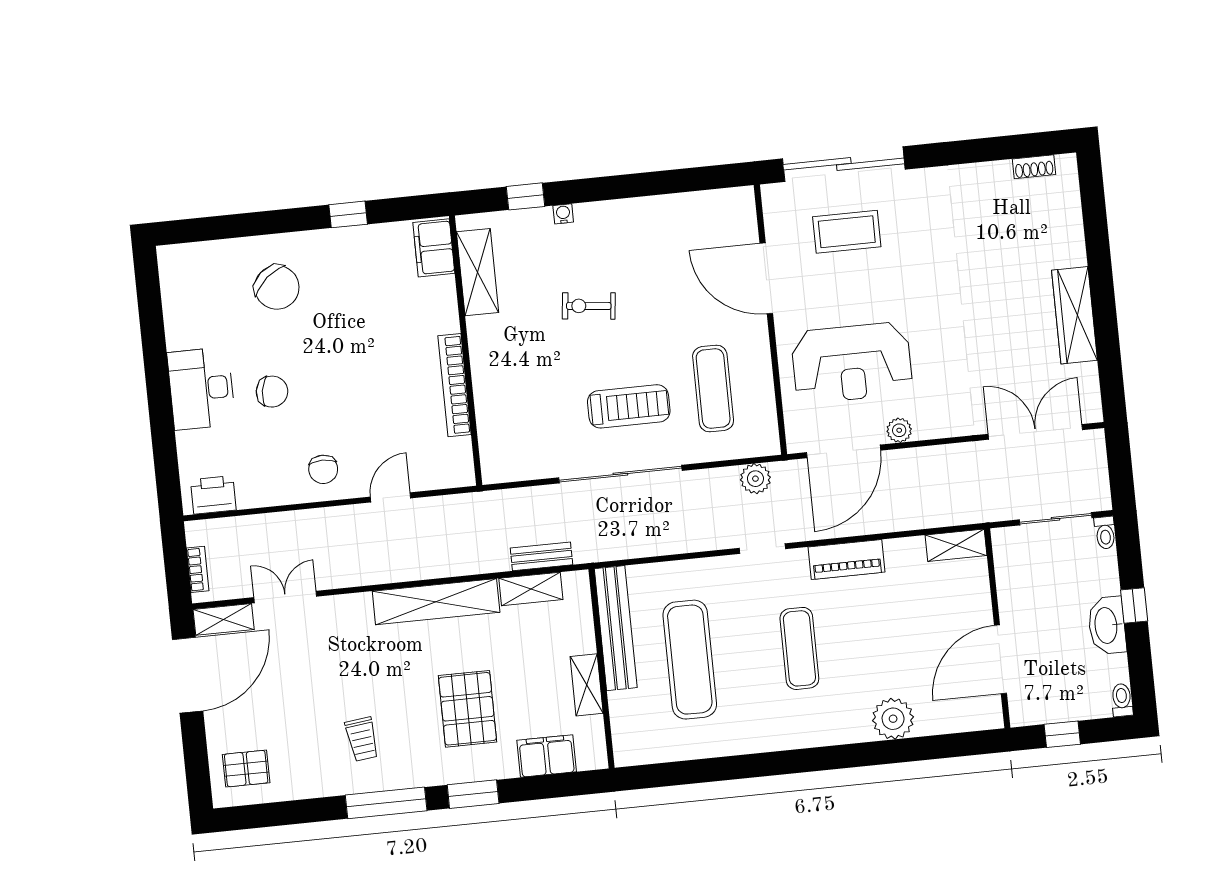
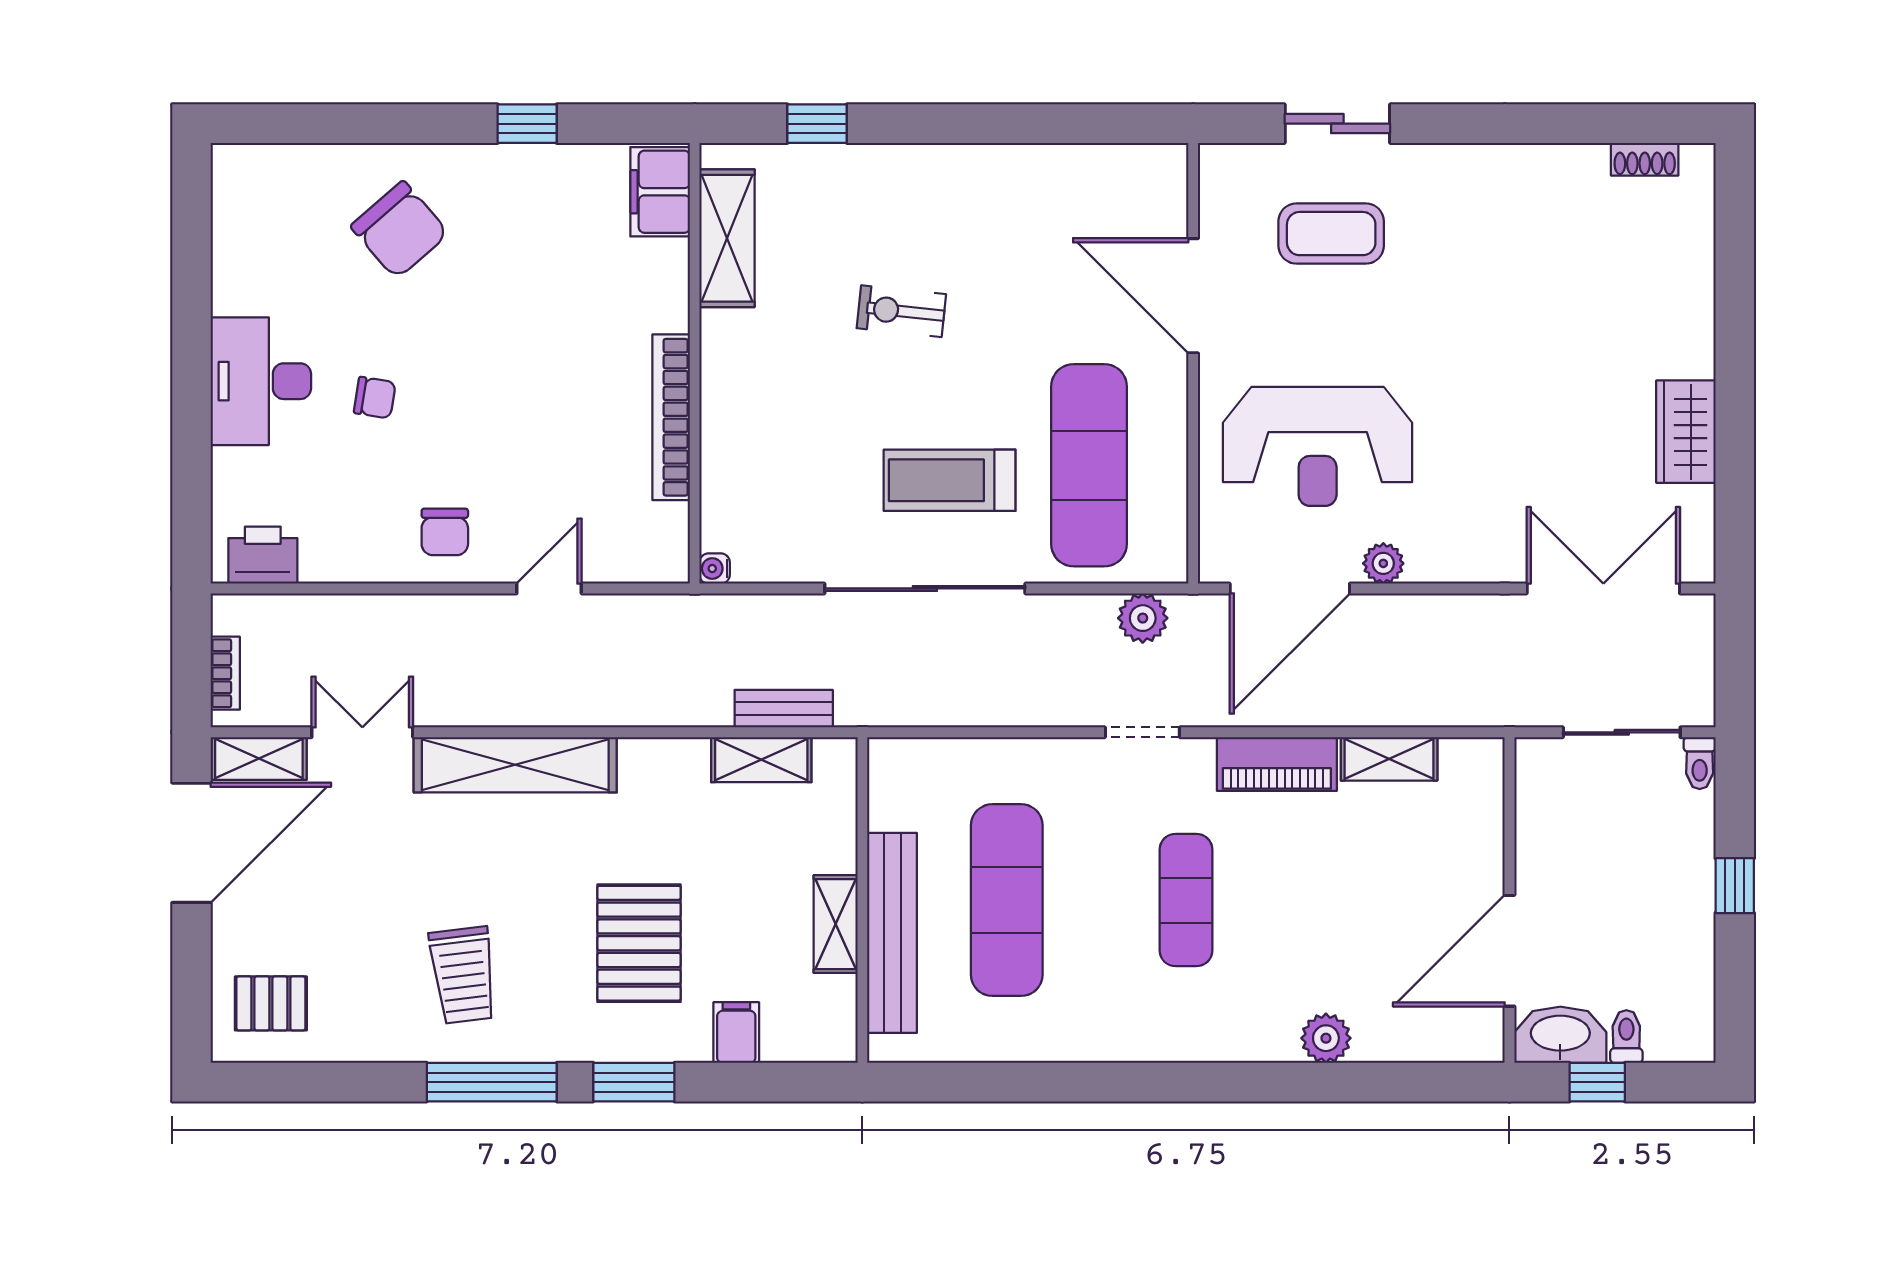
sliding door: (844, 164) -> (1337, 124), width x0.54
water cooler: (563, 214) -> (715, 569), moved, turned -90
wardrobe: (1074, 315) -> (1686, 432), width x0.67
exercise mat: (713, 388) -> (1089, 465), width x1.36, depth x1.45
chair: (272, 392) -> (375, 398), width x0.73, depth x0.73
treadmill: (629, 406) -> (950, 480), turned 180
shelving: (956, 545) -> (1389, 759), moved
shelving: (436, 602) -> (515, 765), moved
washbasin: (1107, 625) -> (1560, 1035), moved, turned 90
bench: (616, 628) -> (892, 933), moved
toilet: (1122, 700) -> (1626, 1037), moved
plant: (893, 719) -> (1326, 1038), width x0.73, depth x0.73
trolley: (362, 739) -> (463, 975), width x1.36, depth x1.39
filing cabinet: (547, 756) -> (736, 1033), width x0.50

